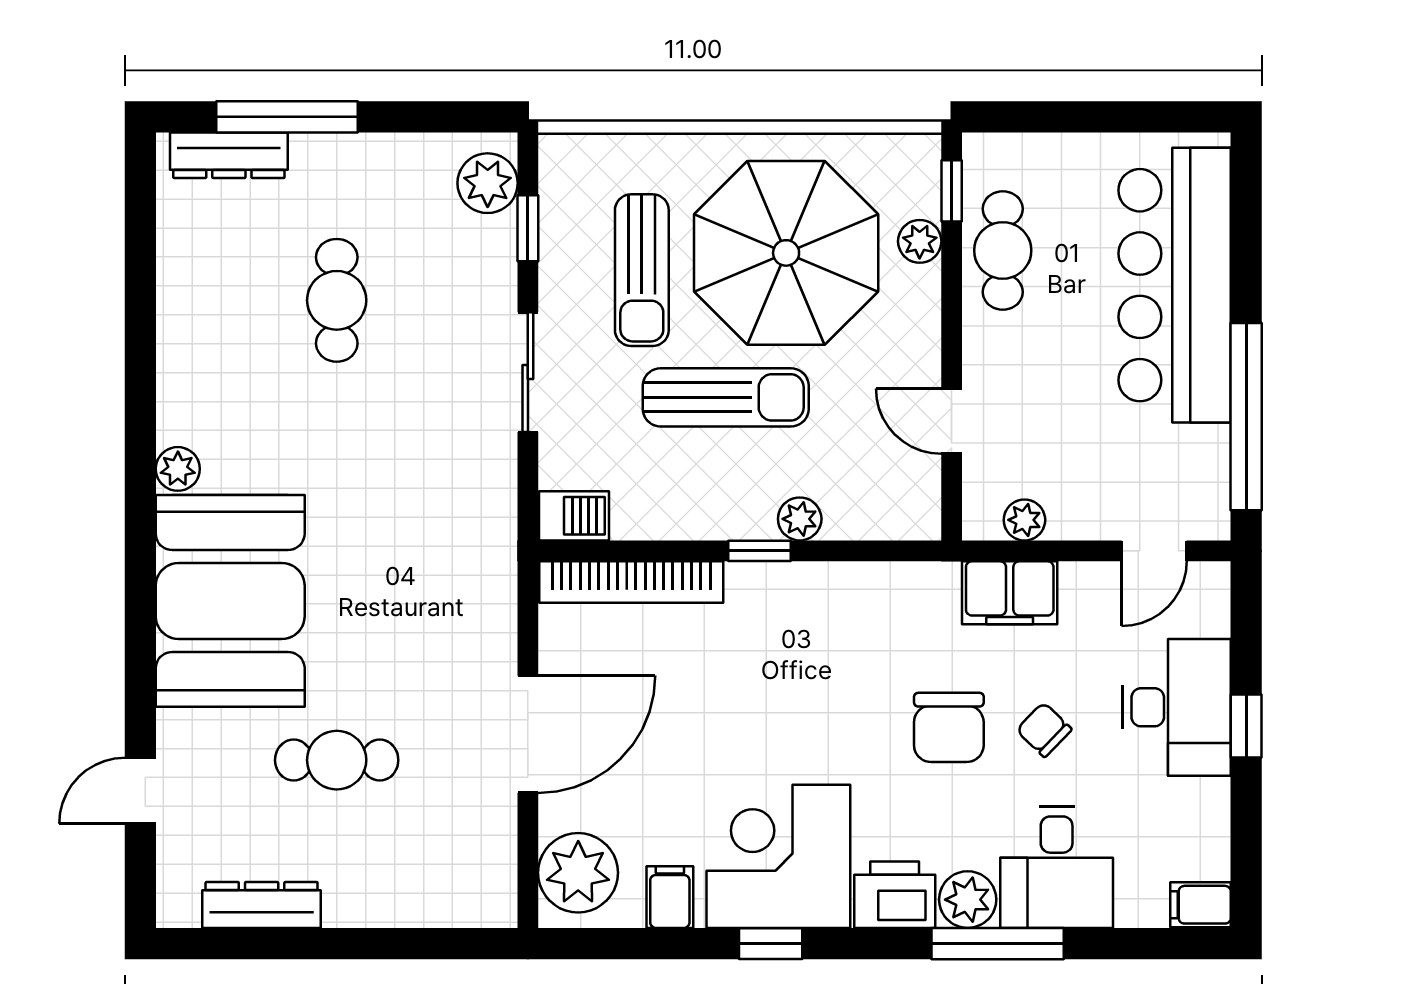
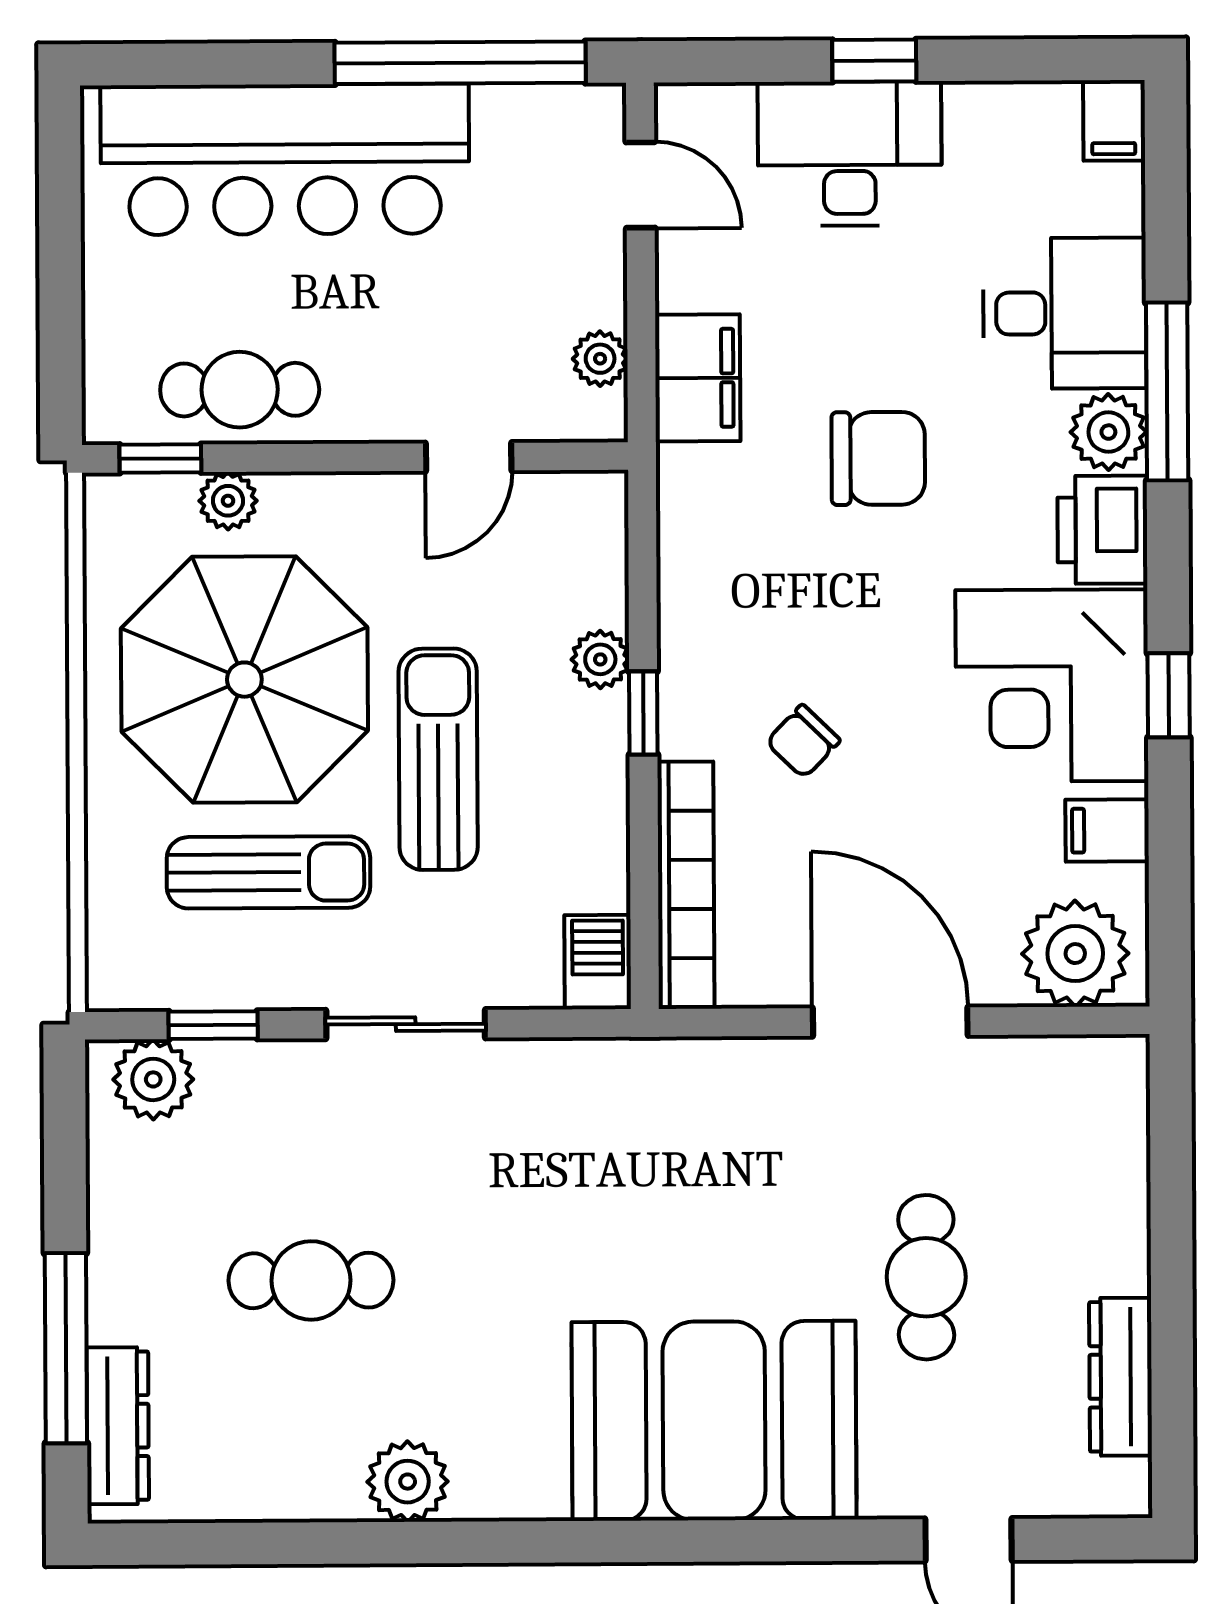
plant: (178, 469) -> (408, 1482), moved, width x1.38, depth x1.38
chair: (1044, 730) -> (803, 741), moved

